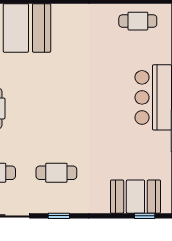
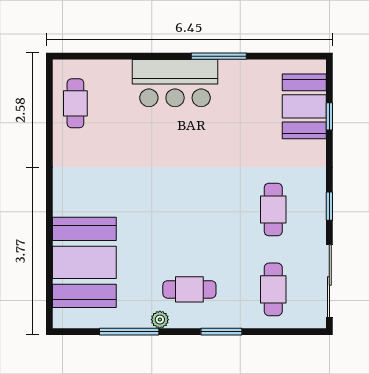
window: (145, 216) -> (329, 116), moved

